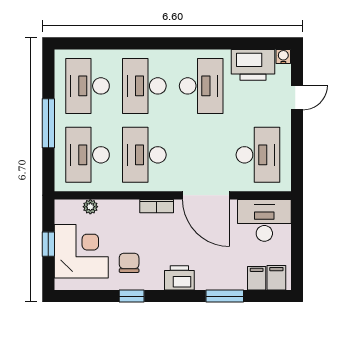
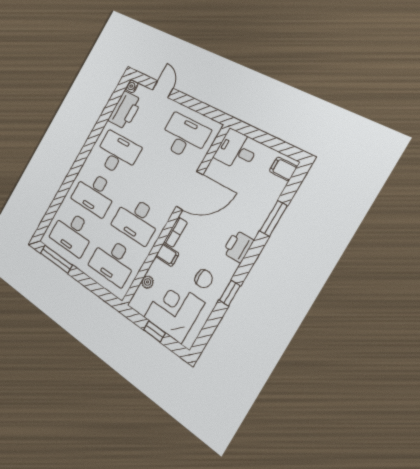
window: (48, 123) -> (56, 259), moved
desk: (264, 220) -> (236, 150), width x0.73
chair: (129, 263) -> (204, 279), turned 180
filing cabinet: (257, 278) -> (167, 255), moved, turned 180

